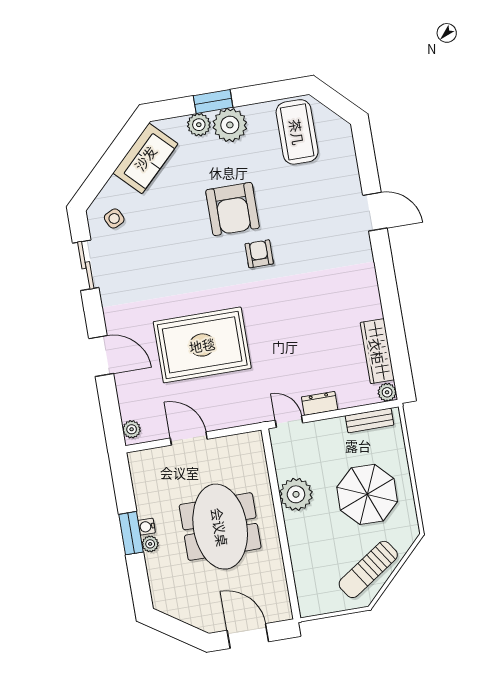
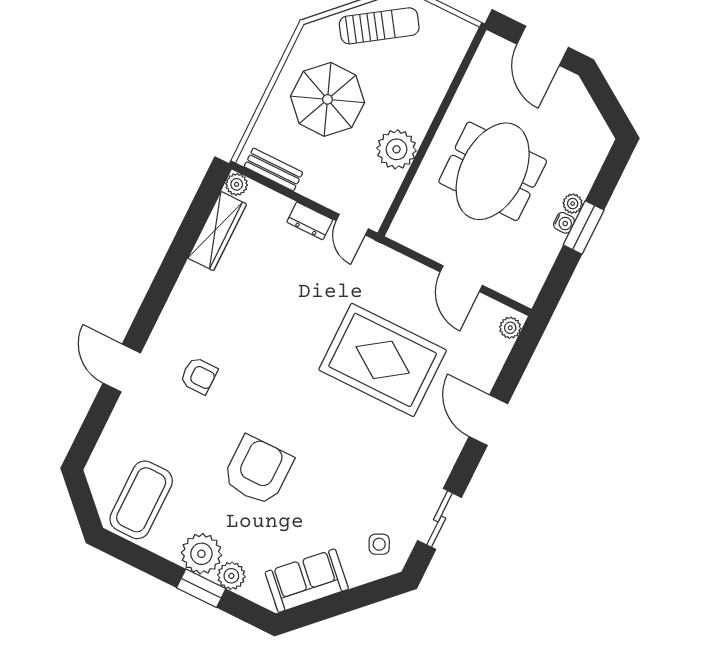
armchair: (259, 254) -> (199, 376), moved, turned -90

